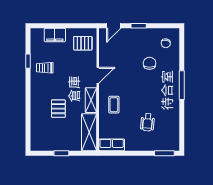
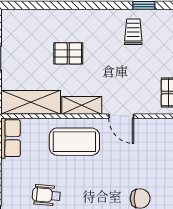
coffee table: (114, 105) -> (74, 142), width x1.86, depth x1.72

